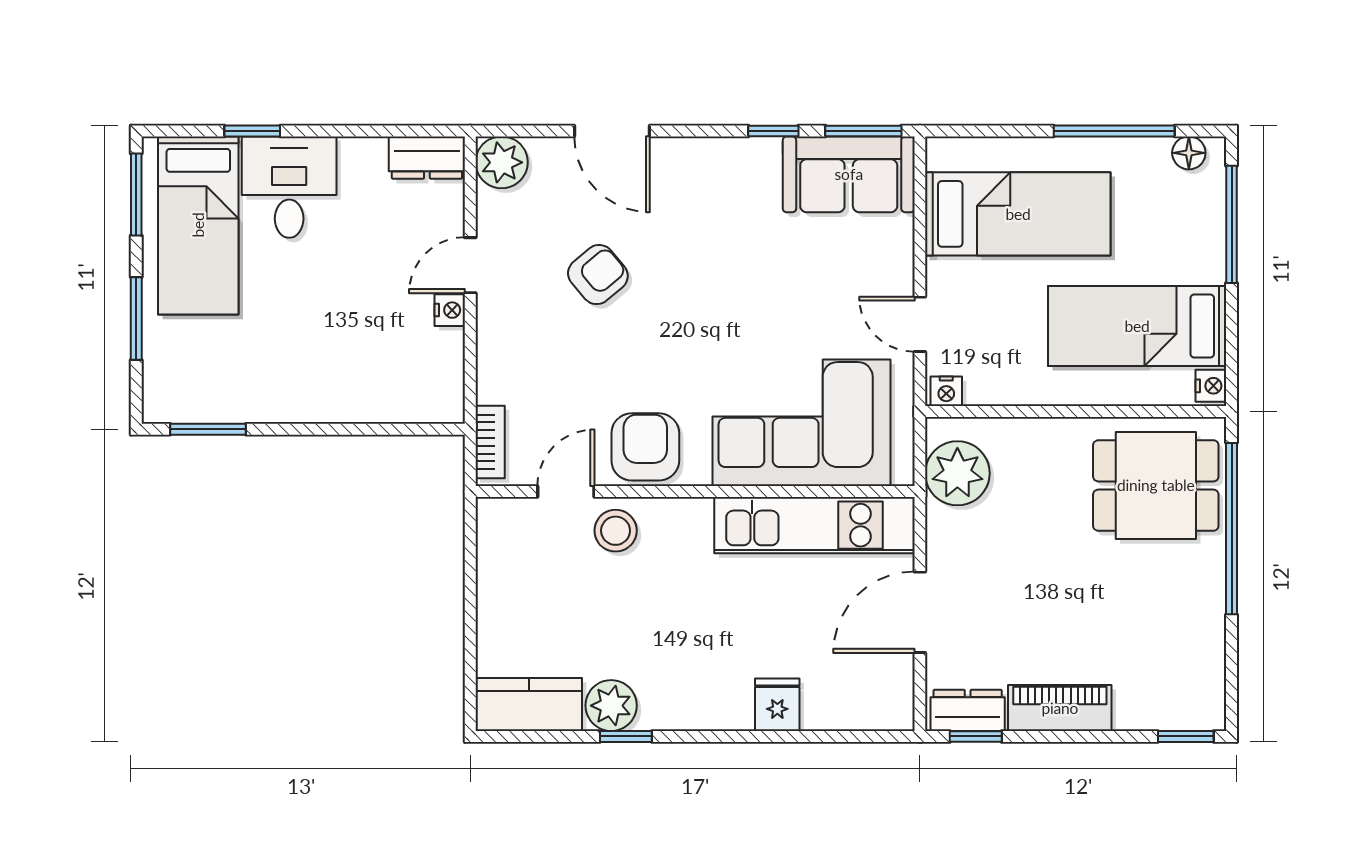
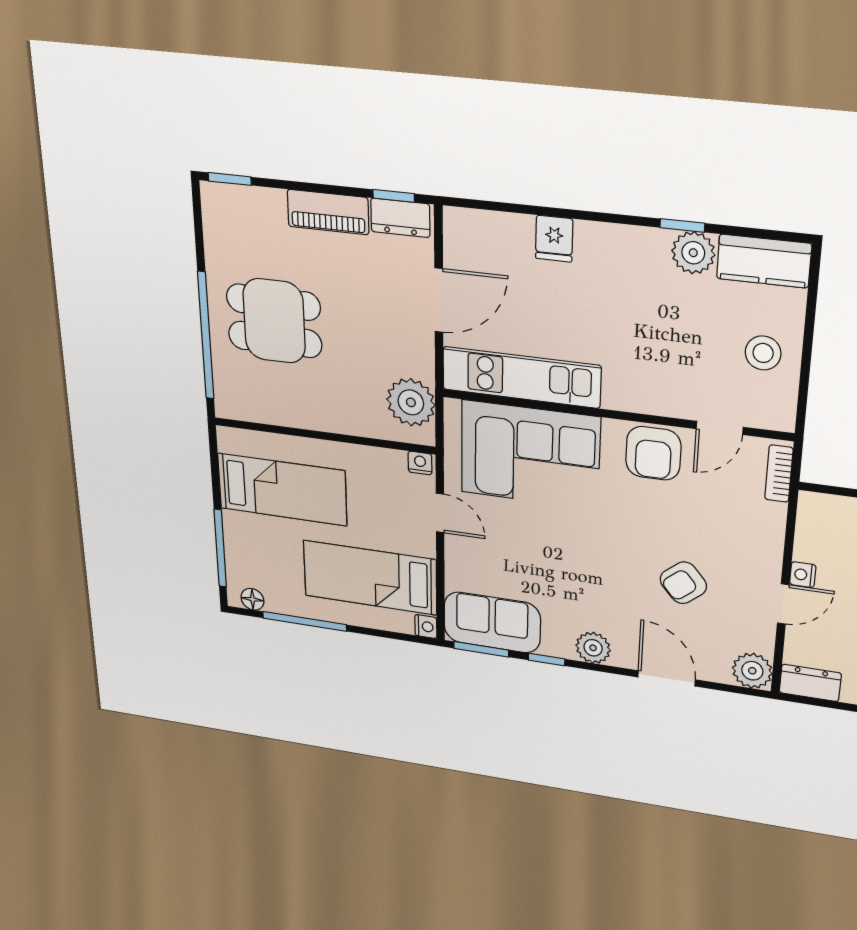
plant: (711, 160) -> (593, 648), added
nightstand: (1211, 386) -> (426, 627), moved, turned 180
dining table: (1156, 485) -> (274, 321), moved
stool: (616, 531) -> (763, 353), moved

